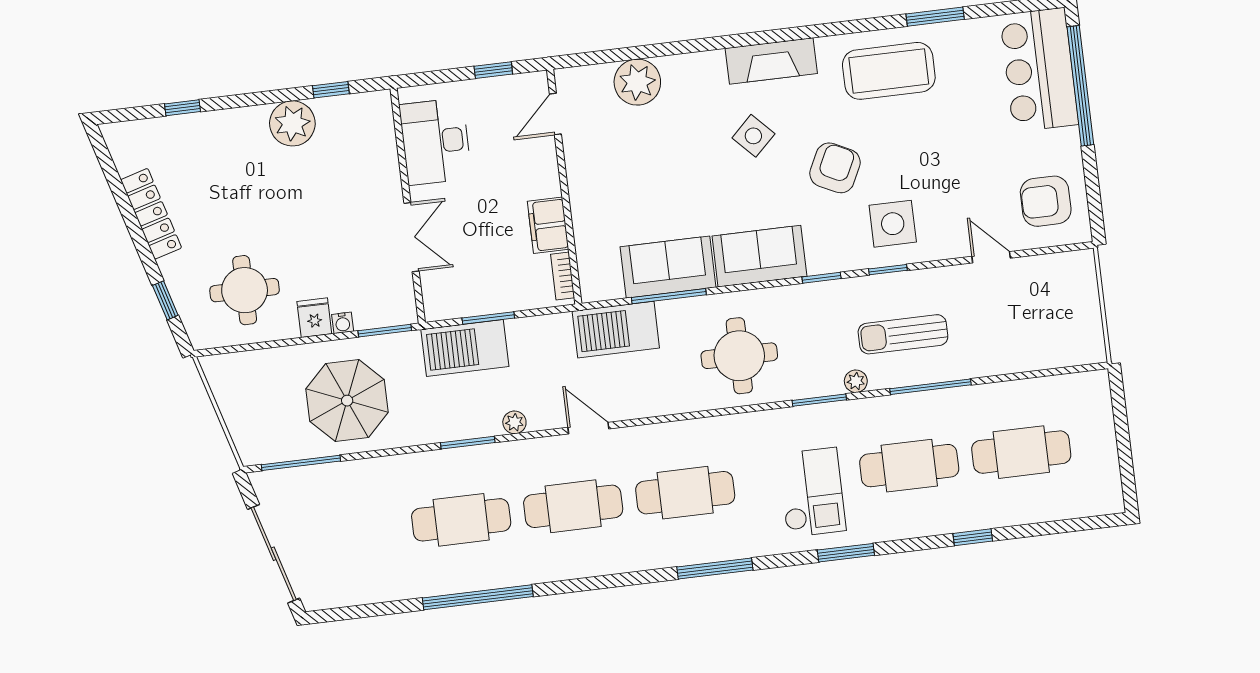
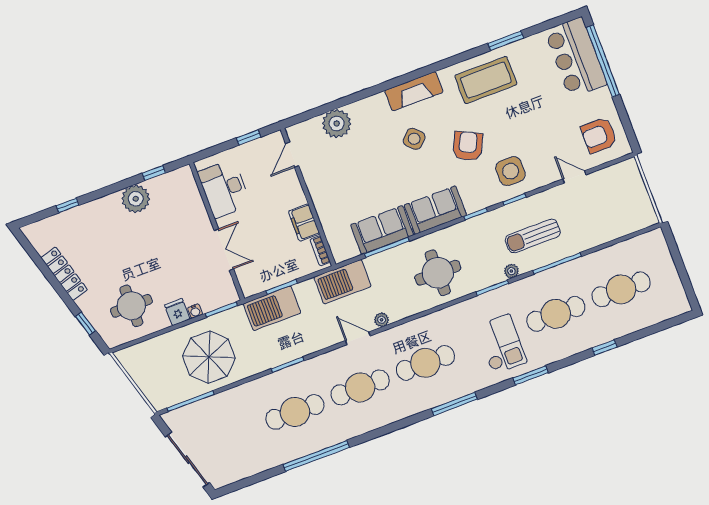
barbecue: (616, 330) -> (343, 282), moved
plant: (514, 422) -> (382, 320), moved

